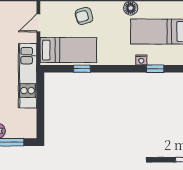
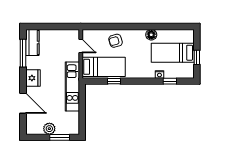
door: (38, 23) -> (81, 46), swing flipped

